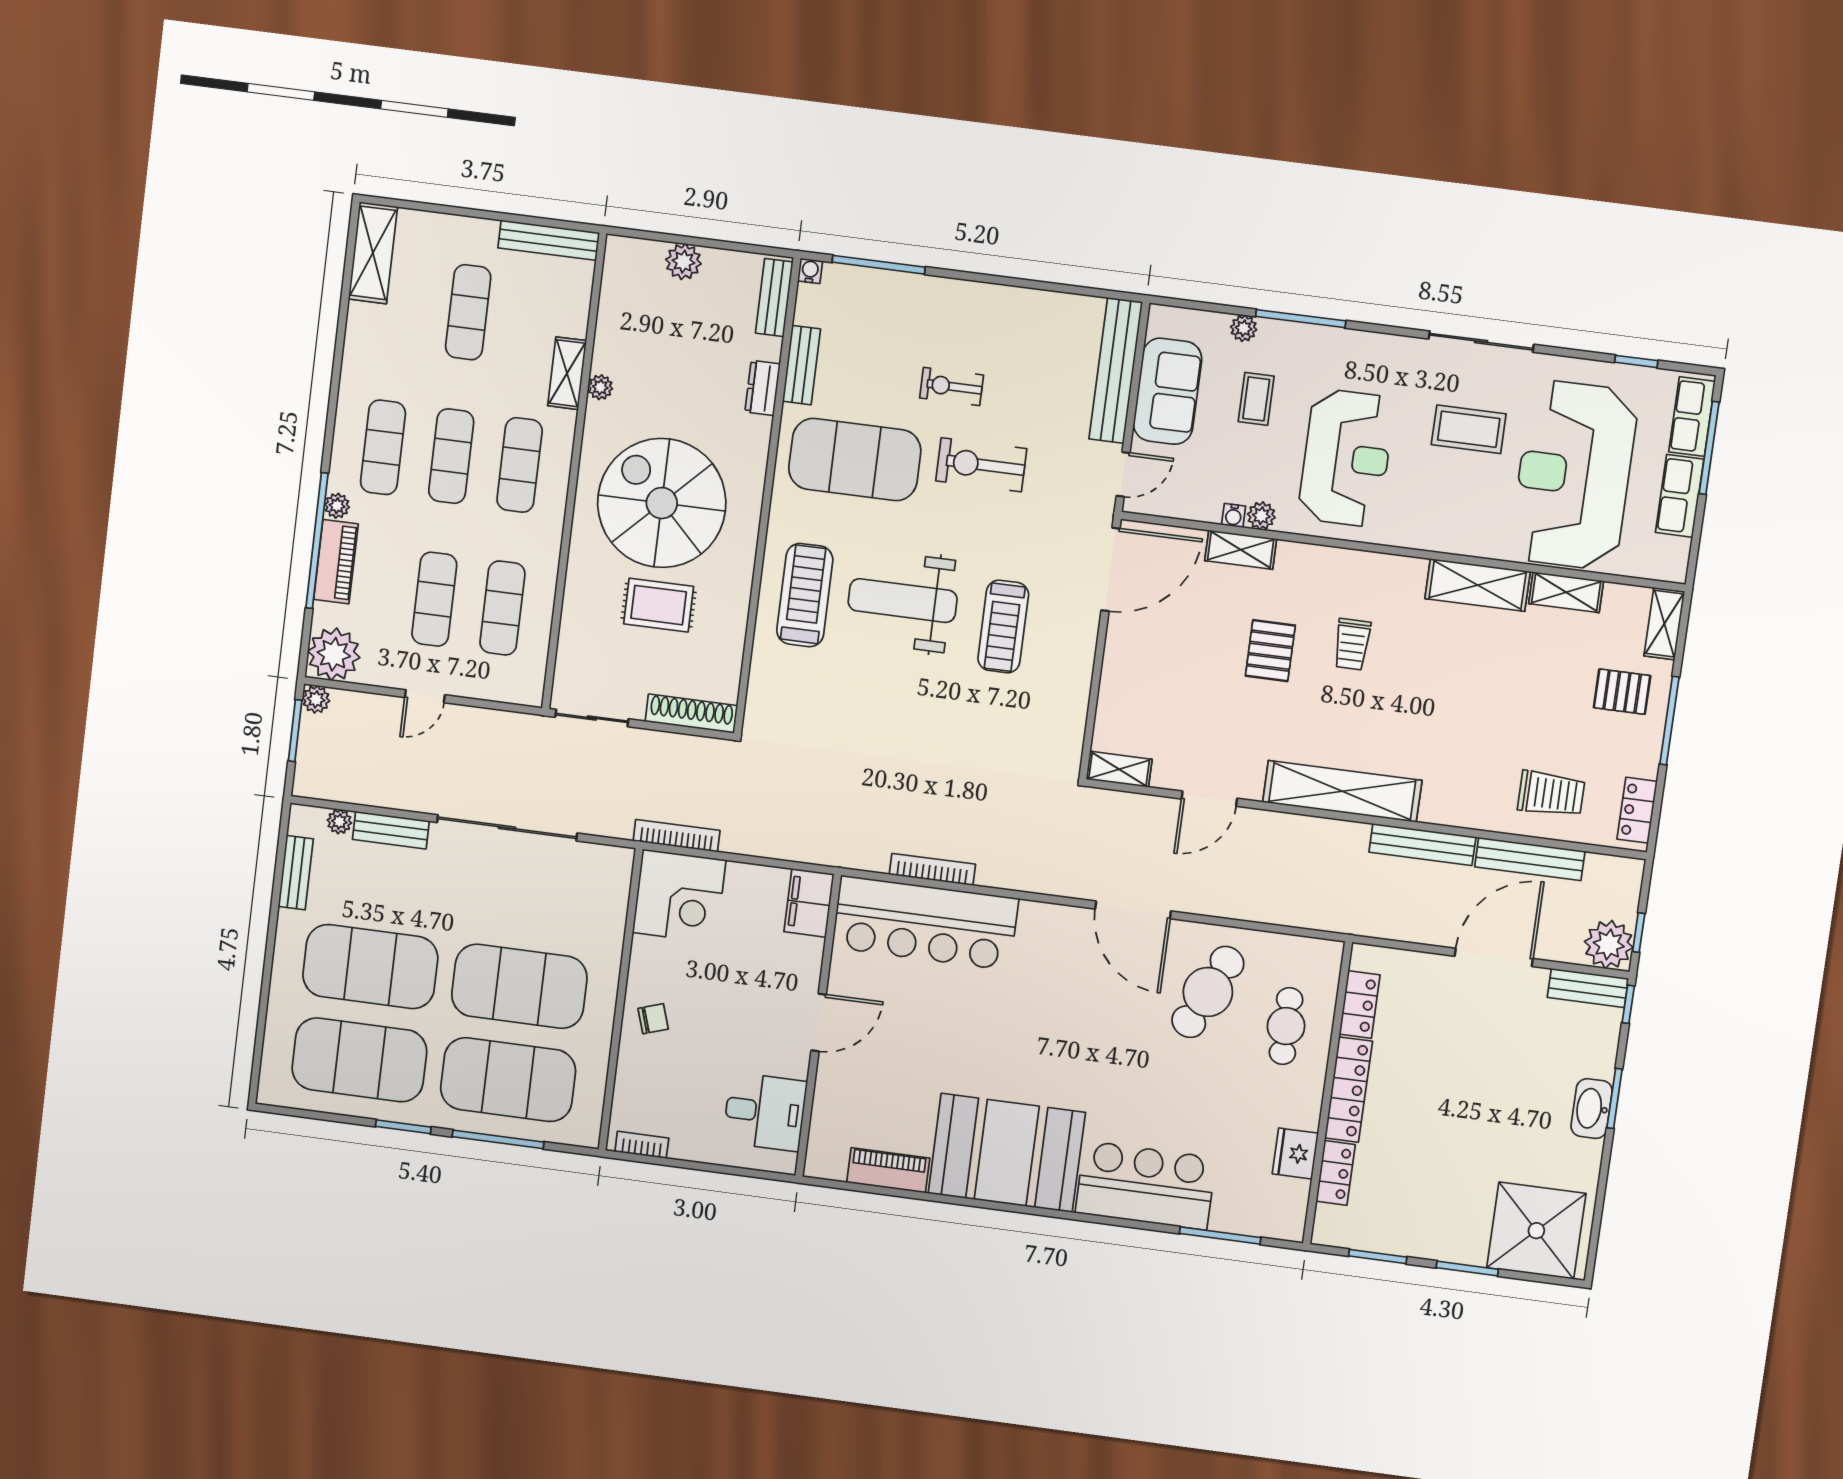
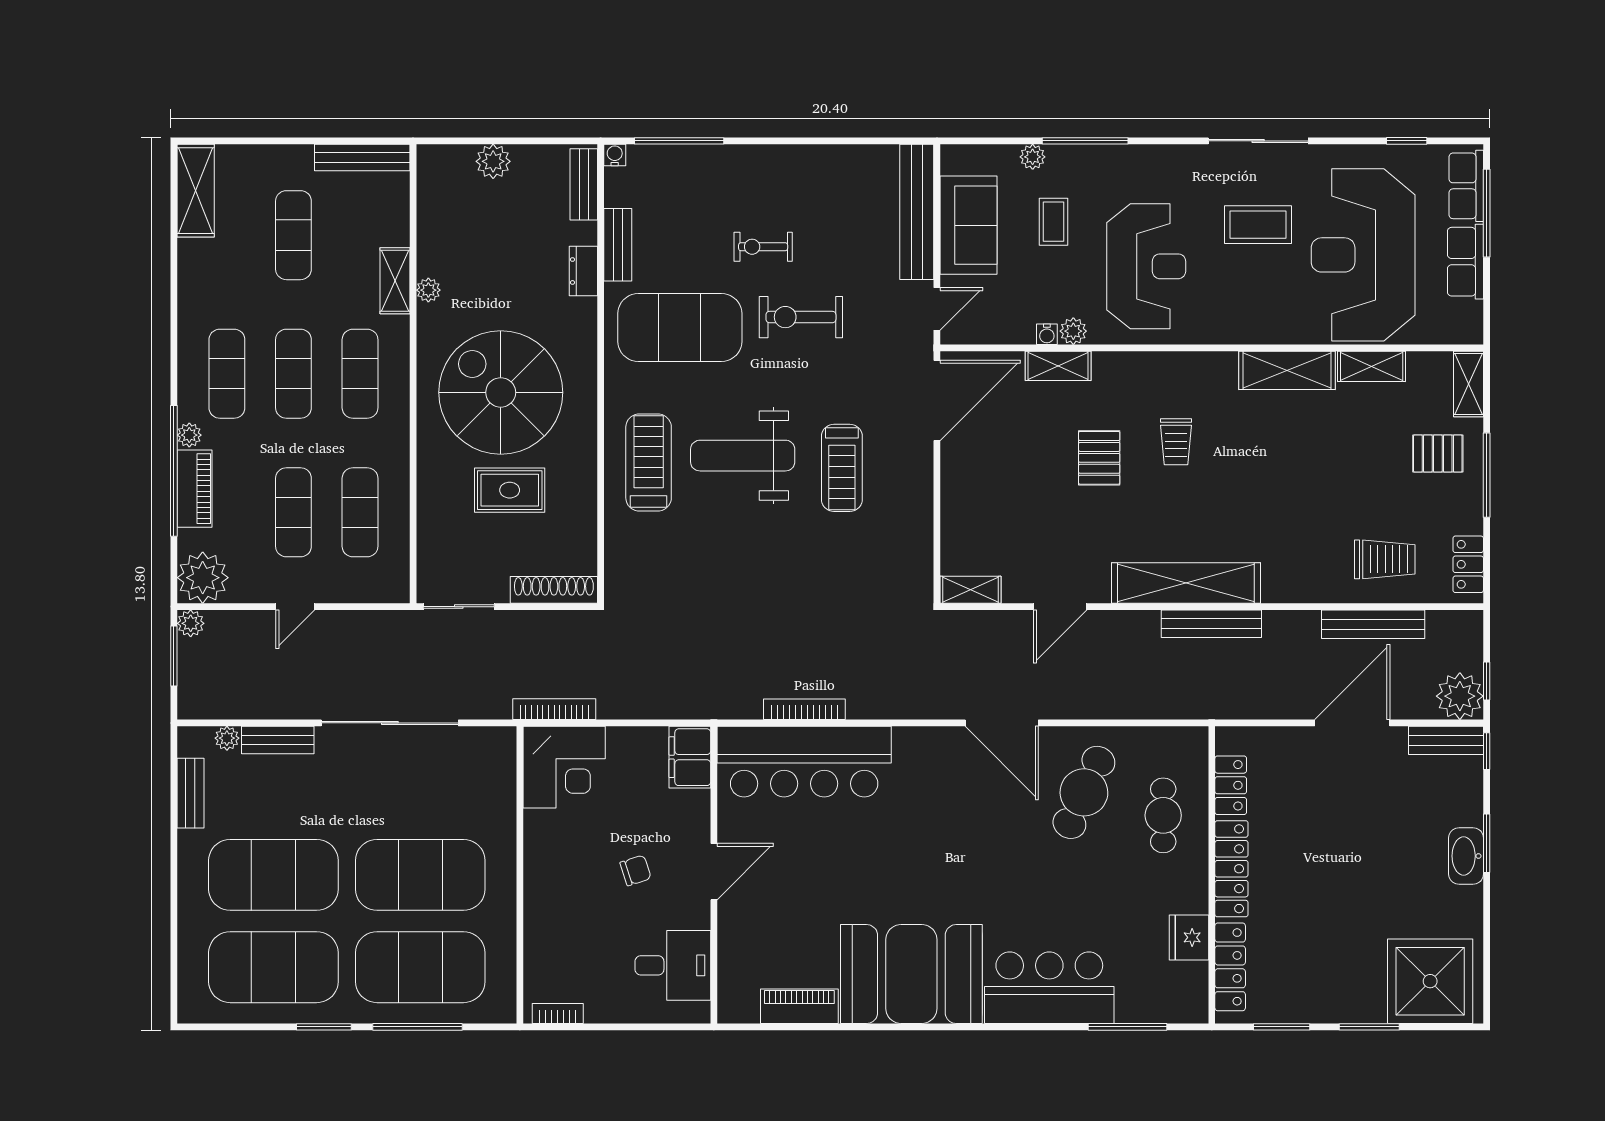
bench: (1422, 844) -> (1211, 624), moved
chair: (653, 1019) -> (636, 870), moved
locker: (1336, 1173) -> (1230, 967), width x1.53

